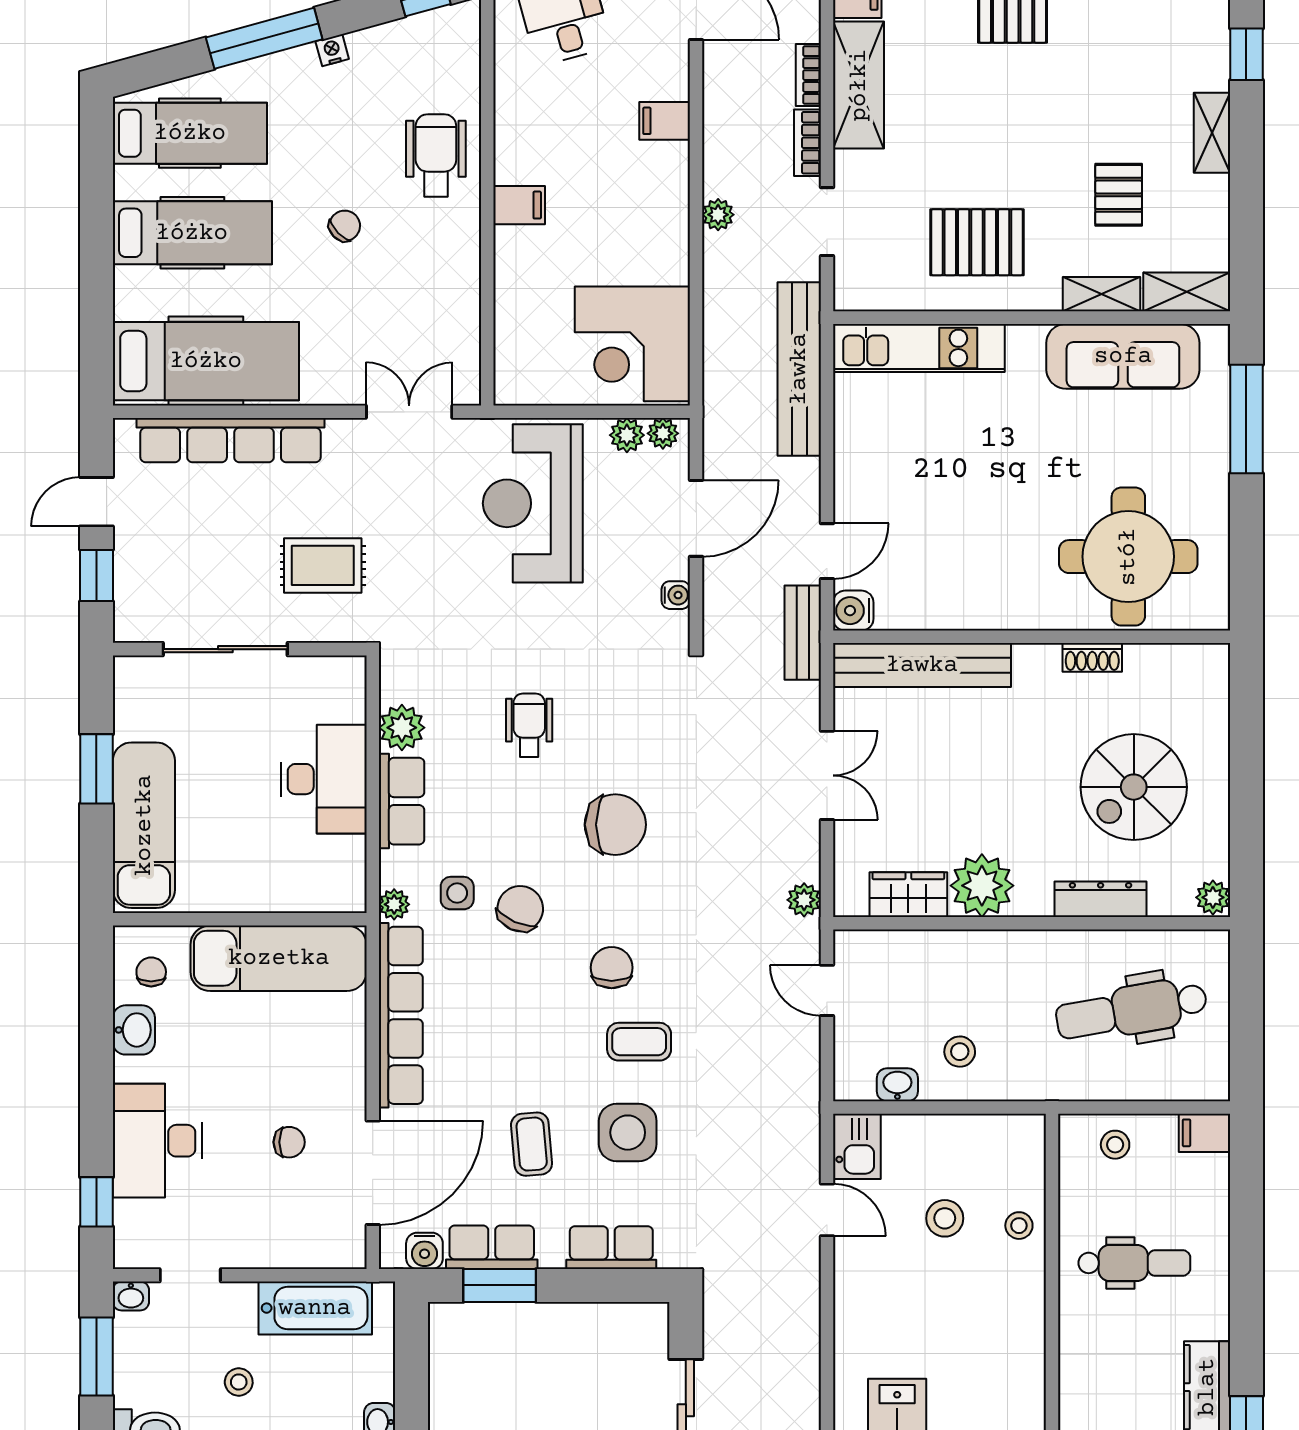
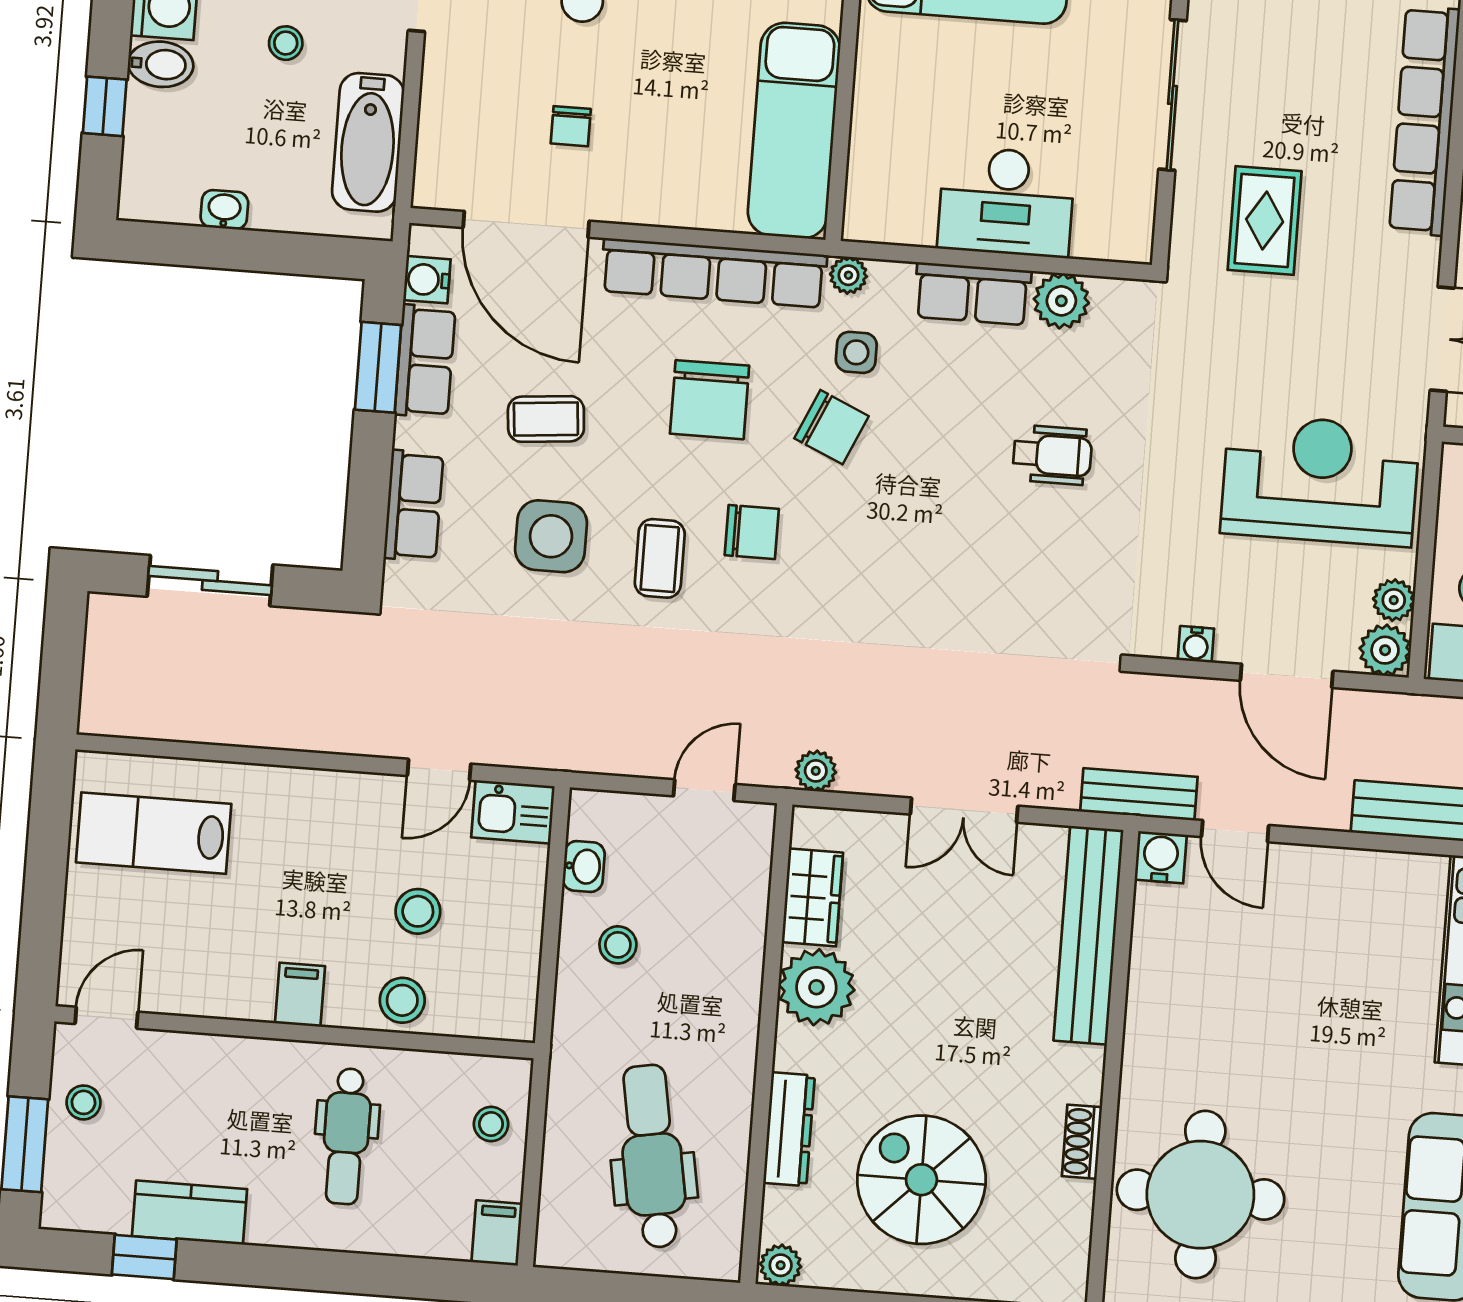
plant: (663, 433) -> (1385, 650), width x1.38, depth x1.38
chair: (615, 825) -> (710, 400), moved
stool: (1019, 1226) -> (402, 1000), width x1.37, depth x1.37
filing cabinet: (1021, 1310) -> (300, 995), added

